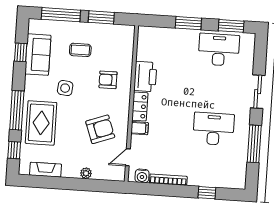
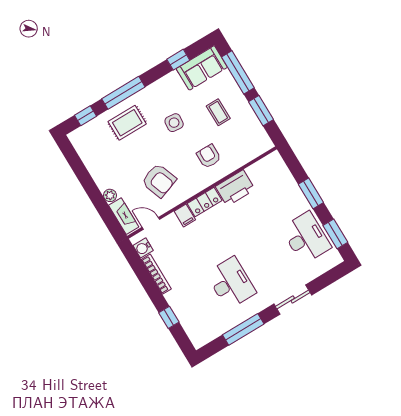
sofa: (38, 55) -> (202, 68), moved
rug: (41, 123) -> (127, 123), width x0.73, depth x0.70
fireplace: (46, 170) -> (124, 216), moved

